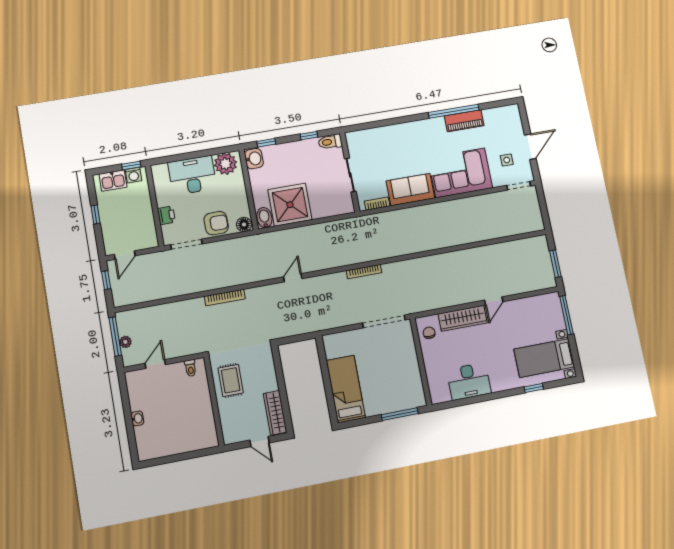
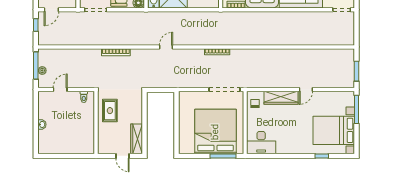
bed with nightstands: (544, 358) -> (334, 130), width x1.36
desk: (469, 381) -> (261, 143), moved
bed: (346, 389) -> (215, 132), moved, width x2.04

